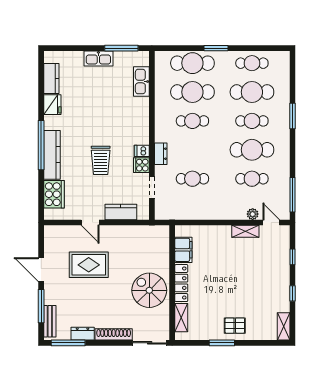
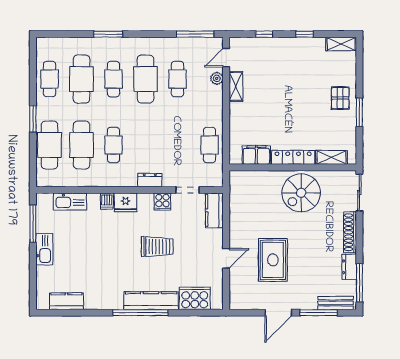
fridge: (52, 105) -> (125, 202), moved, turned 180
dishwasher: (142, 151) -> (107, 201), moved
cafe table: (192, 179) -> (209, 145), moved
kitchen counter: (121, 212) -> (214, 210), moved

